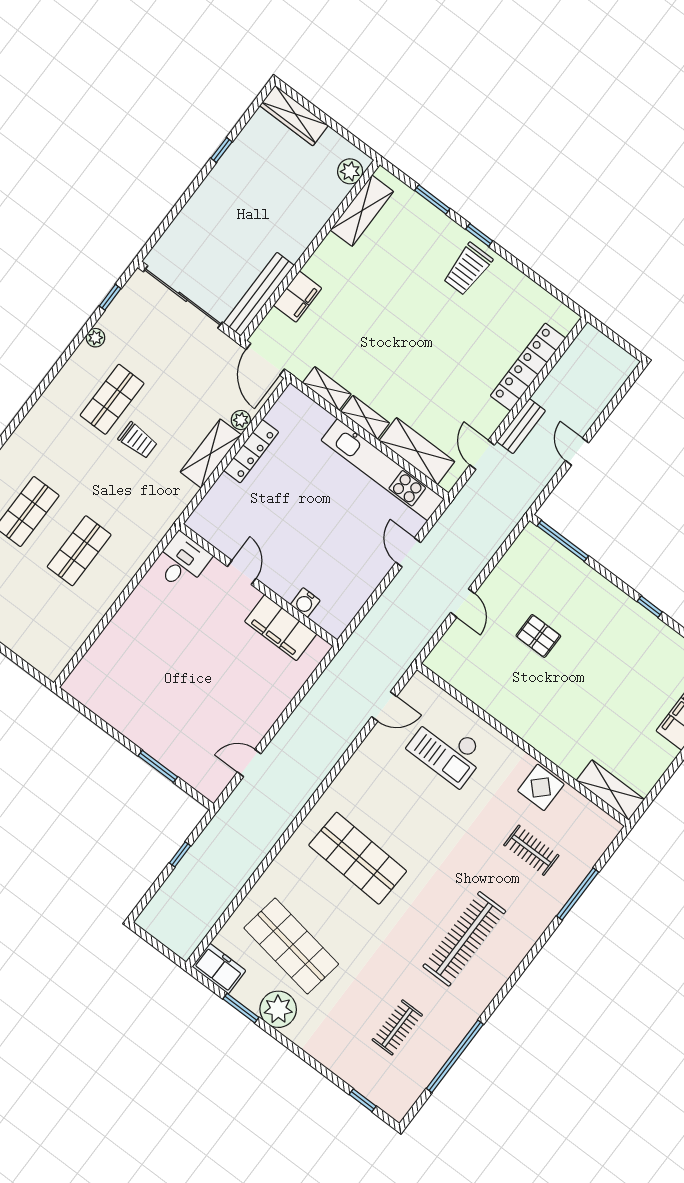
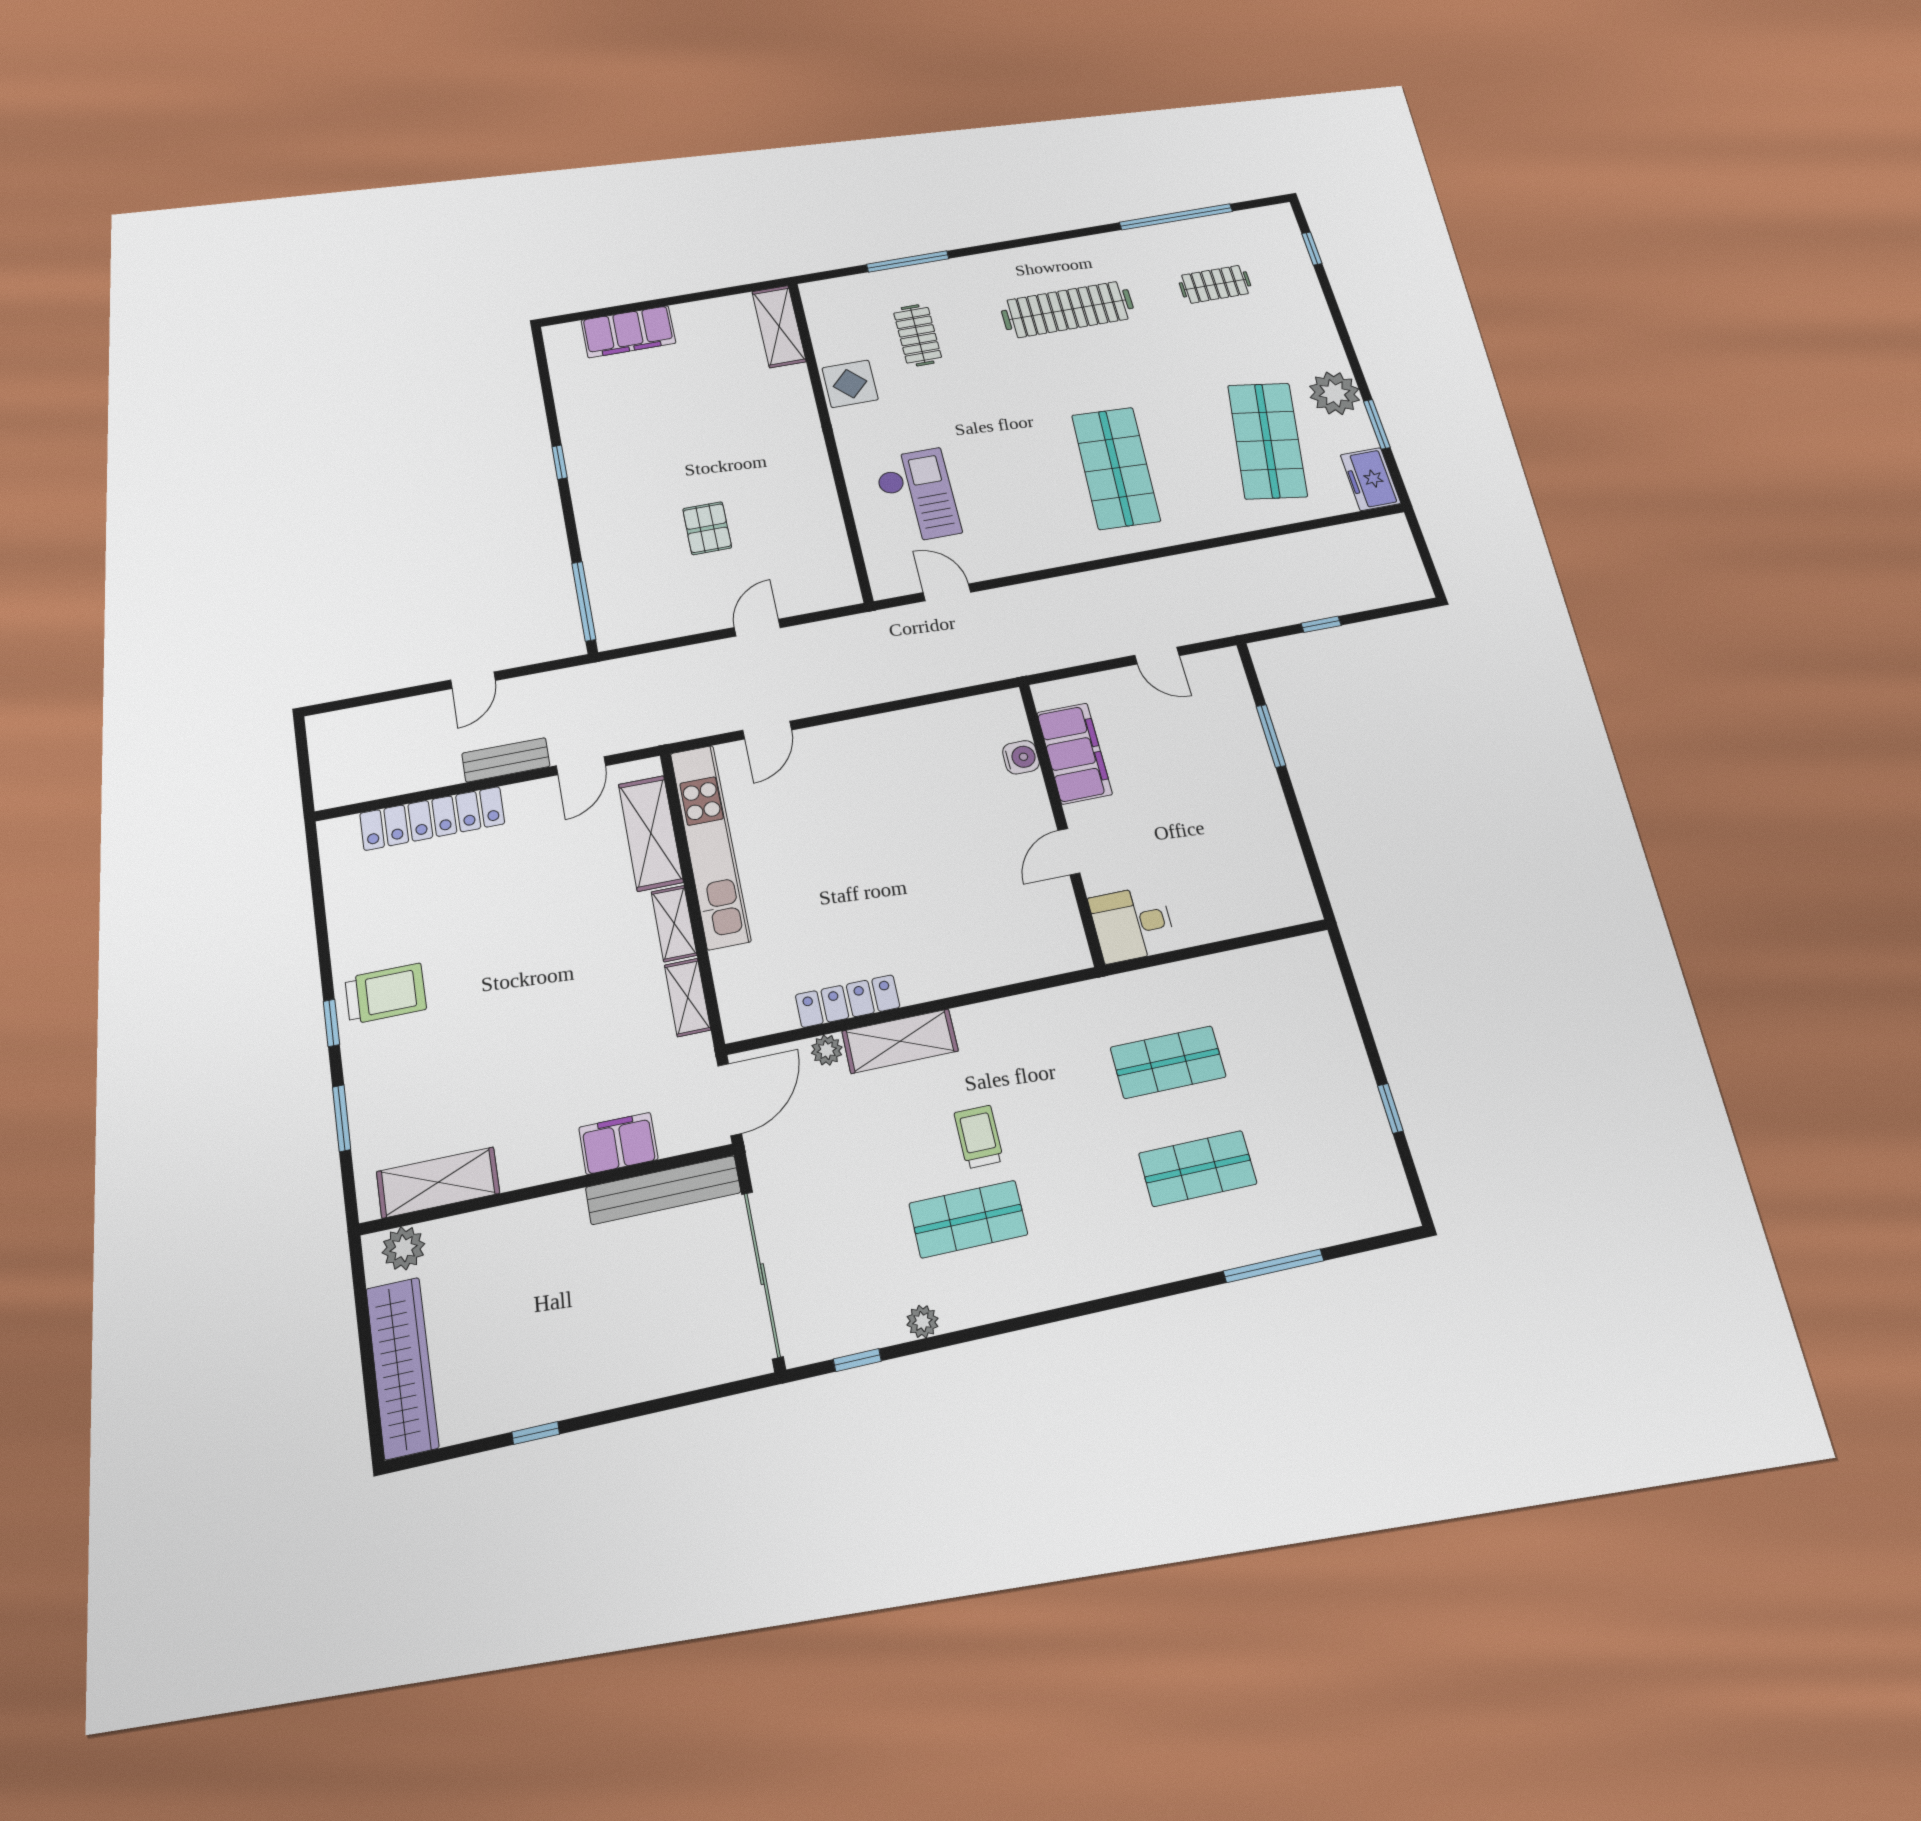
wardrobe: (294, 115) -> (402, 1367), width x1.40, depth x1.17
desk: (182, 561) -> (1132, 924), moved
door: (242, 573) -> (1069, 852), moved
wall: (258, 585) -> (1061, 822), moved
water cooler: (305, 603) -> (1021, 757), moved
filing cabinet: (281, 628) -> (1074, 753), moved

